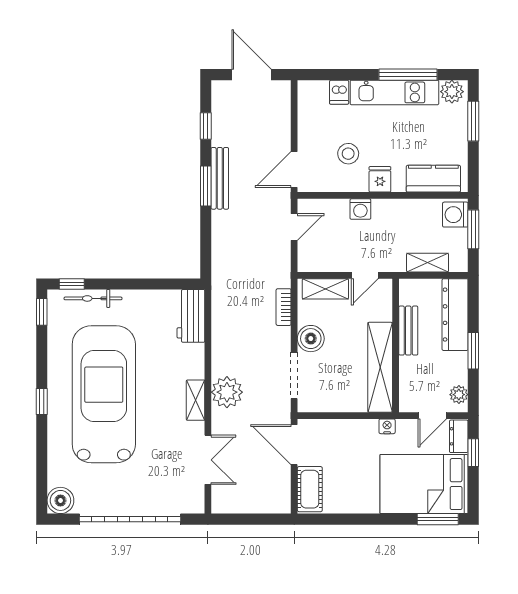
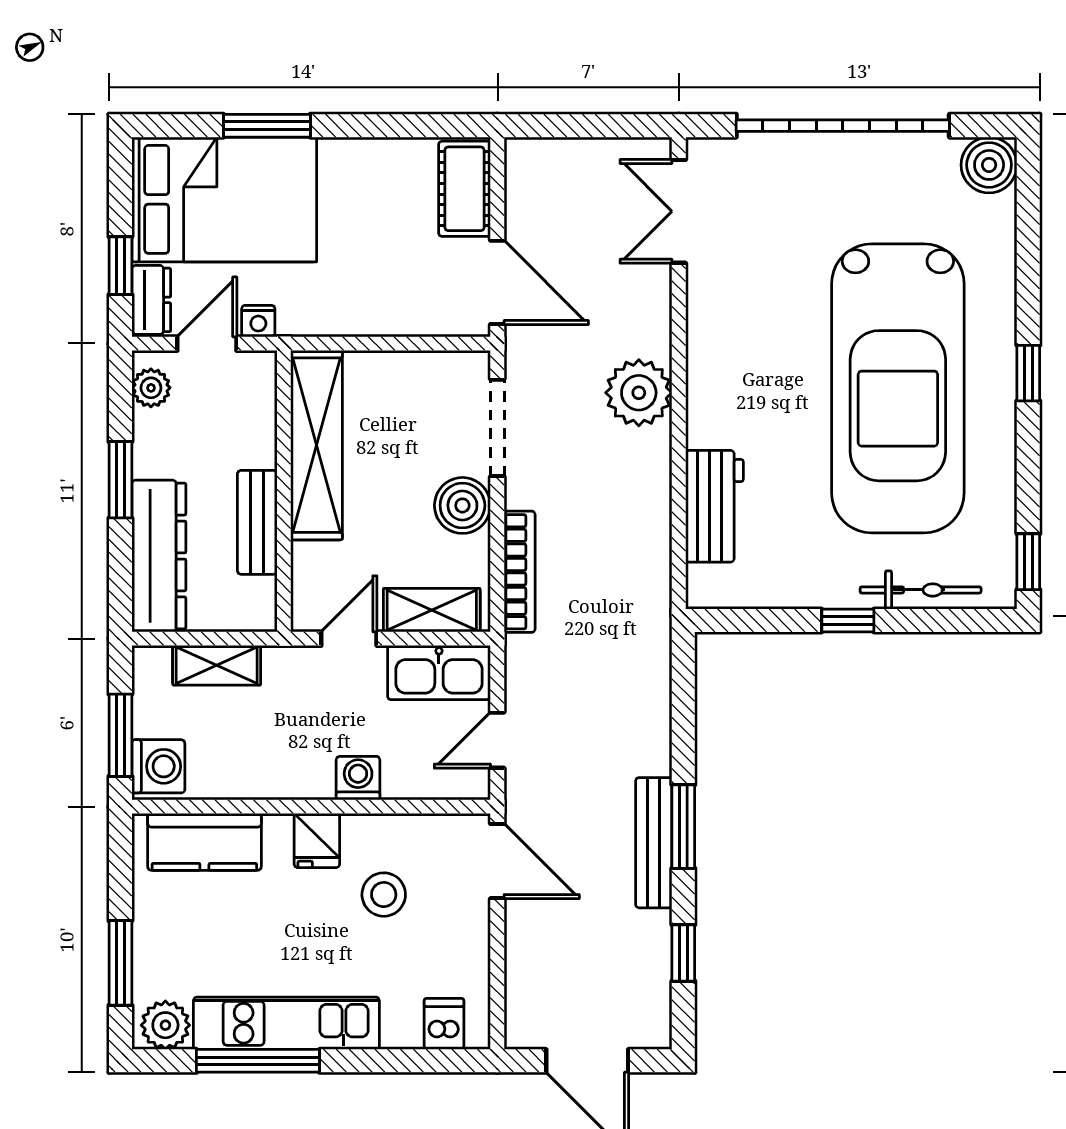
dishwasher: (339, 92) -> (444, 1024), moved
door: (294, 170) -> (497, 861), hinge flipped
kitchen sink: (322, 259) -> (439, 673), added
window: (72, 284) -> (848, 620), moved
bookcase: (284, 307) -> (520, 572), width x1.56
workbench: (191, 316) -> (714, 506), moved
shelving: (196, 400) -> (705, 376), removed
nightstand: (387, 426) -> (258, 321), moved
double door: (208, 460) -> (679, 211), moved
window: (438, 519) -> (267, 126), moved

